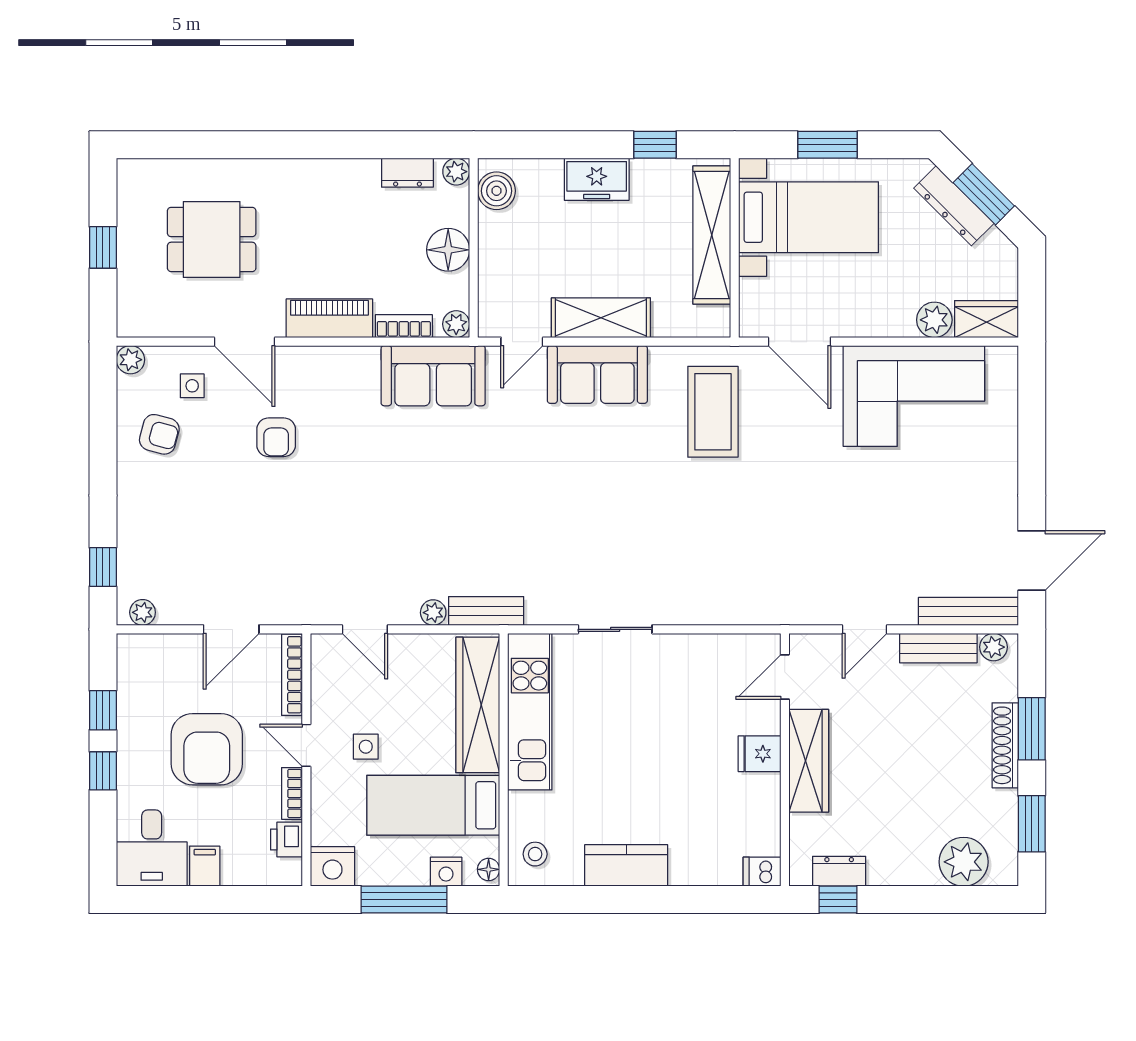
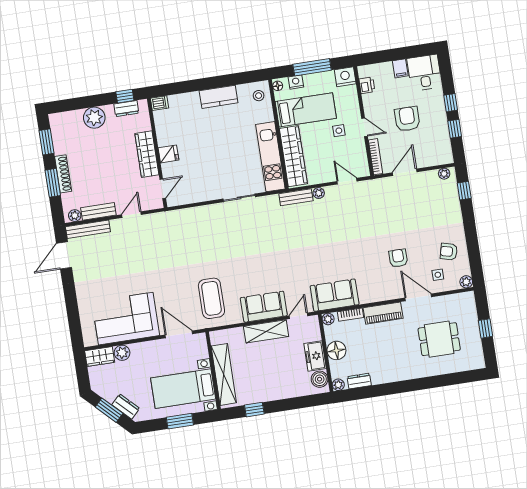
freezer: (597, 179) -> (315, 356), moved, turned -90
dresser: (954, 206) -> (126, 406), width x0.70
armchair: (207, 749) -> (407, 119), width x0.73, depth x0.73
bookcase: (292, 793) -> (368, 106), removed
plant: (964, 862) -> (94, 118), moved

